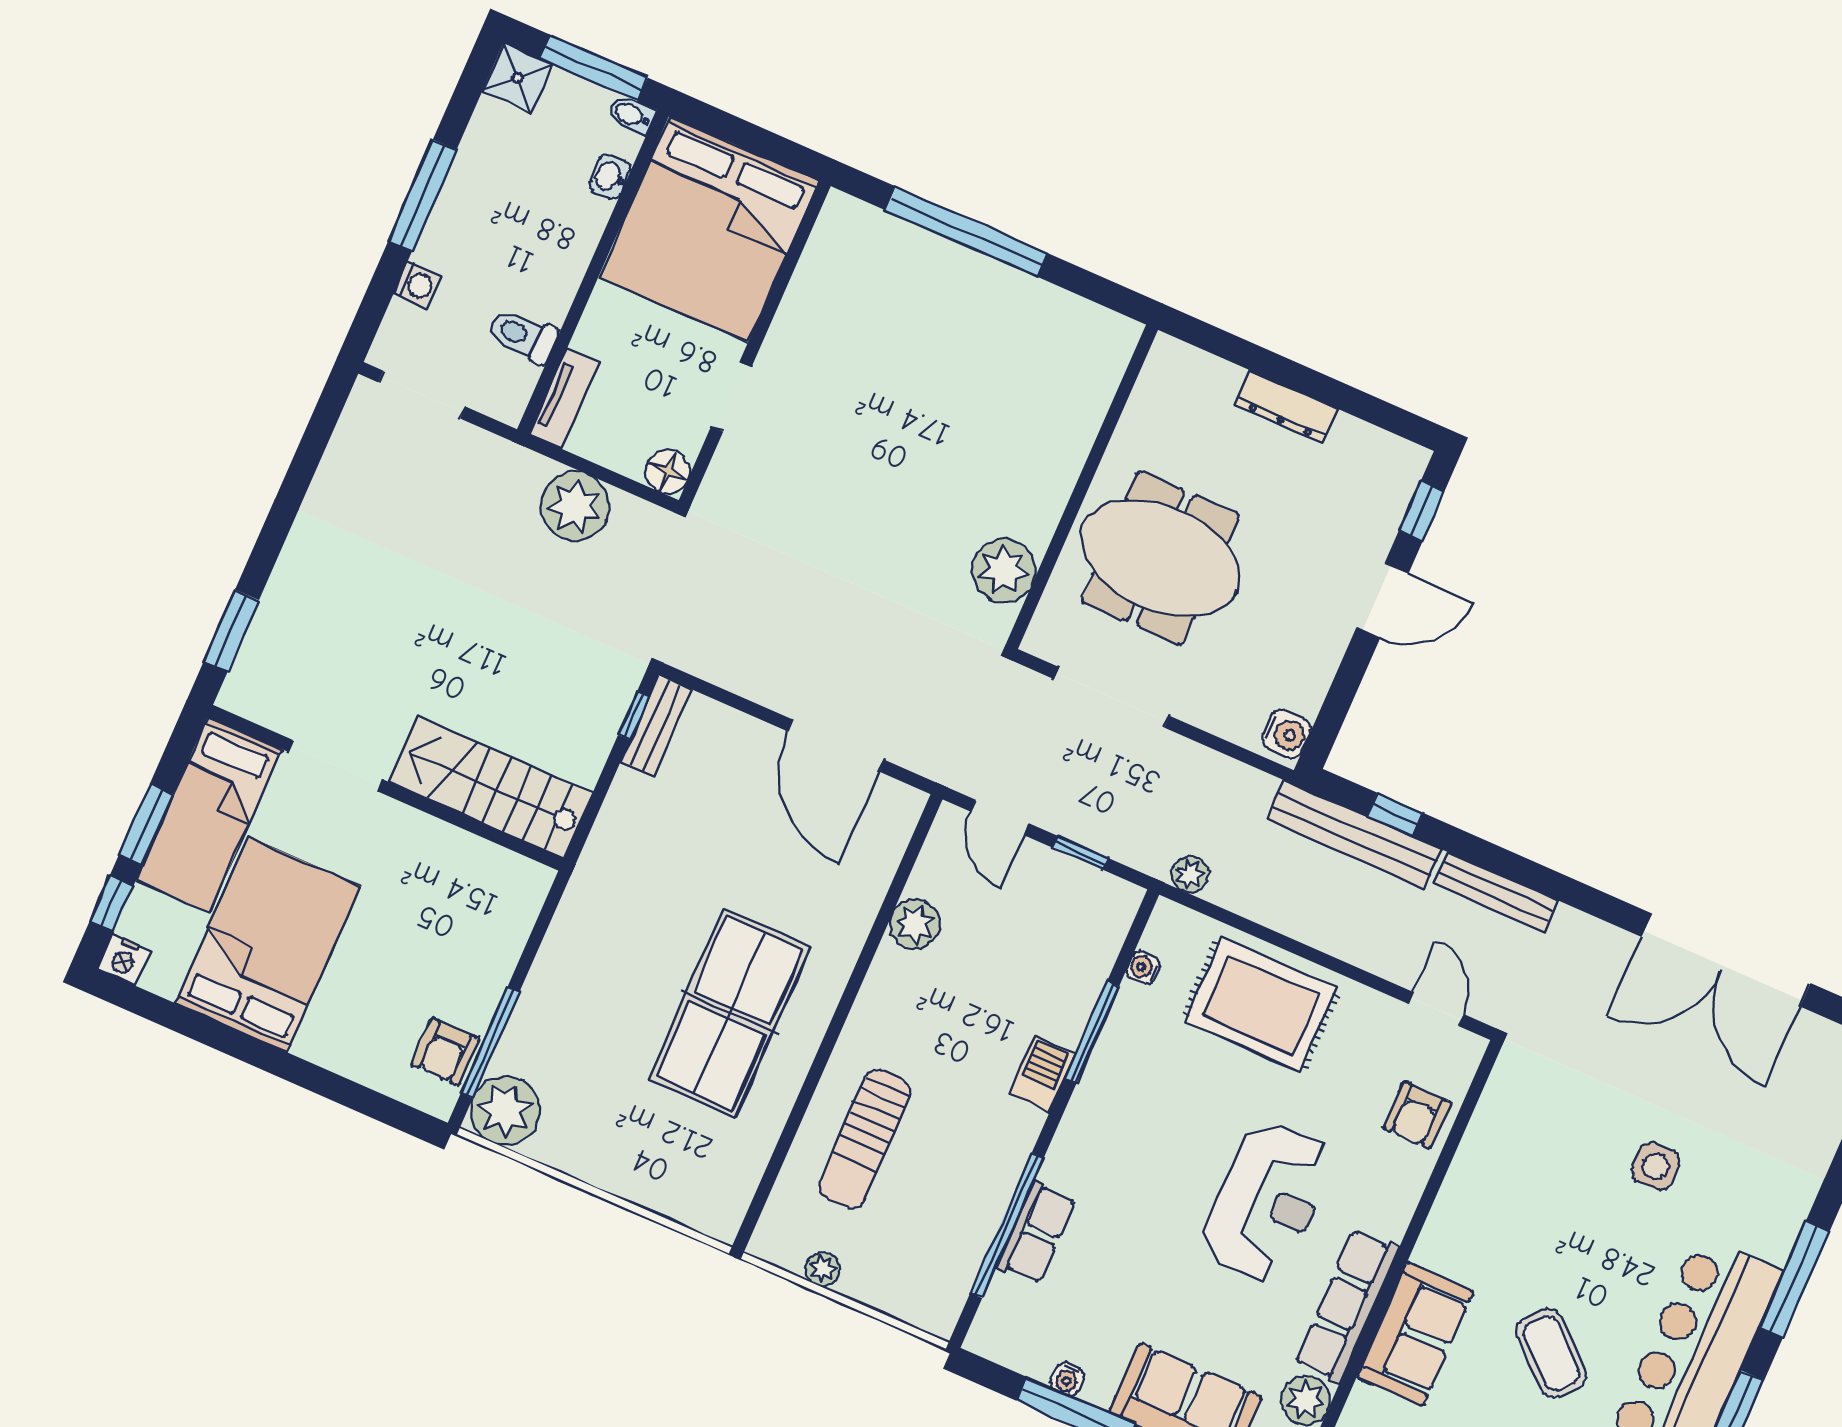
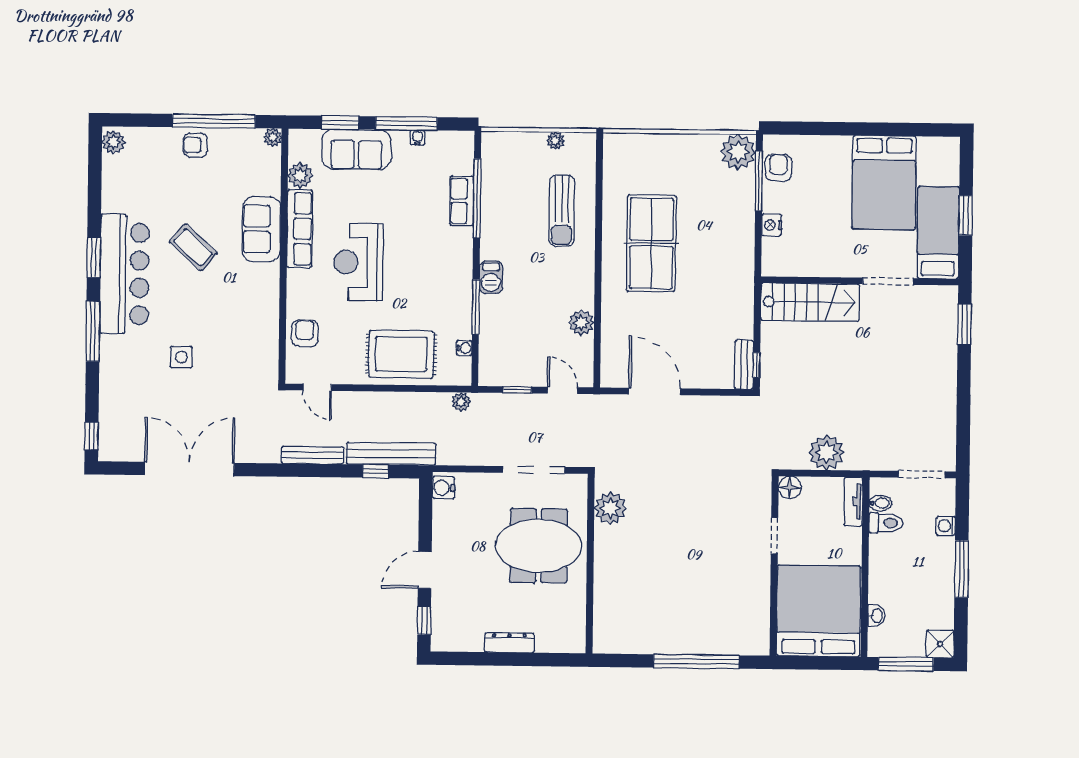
bidet: (631, 115) -> (880, 503), moved
window: (112, 904) -> (966, 171), removed
nightstand: (124, 960) -> (772, 225), moved, turned -90
sun lounger: (865, 1139) -> (562, 211), turned 180

